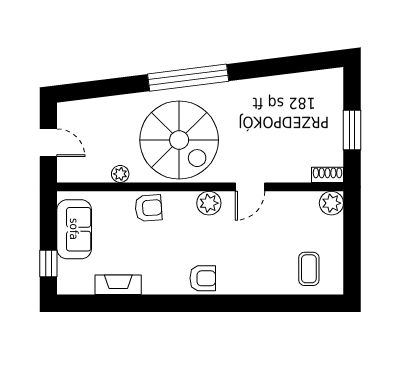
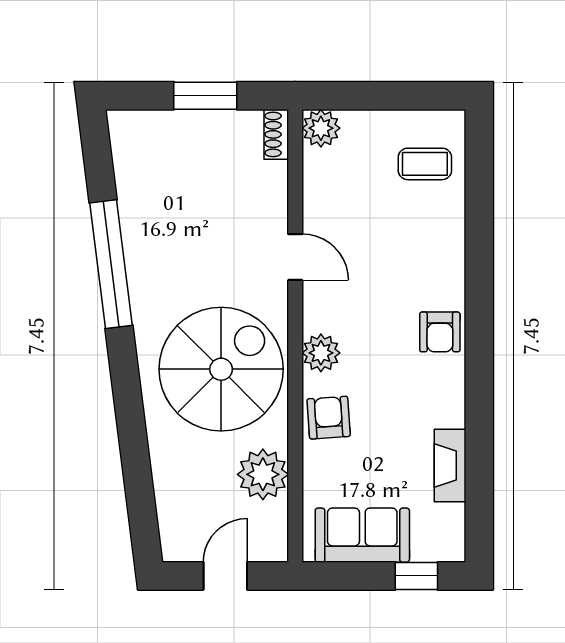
window: (188, 78) -> (111, 264), moved
plant: (120, 174) -> (263, 474), width x1.88, depth x1.88
plant: (209, 203) -> (321, 353), moved
armchair: (203, 278) -> (440, 332), turned 180

